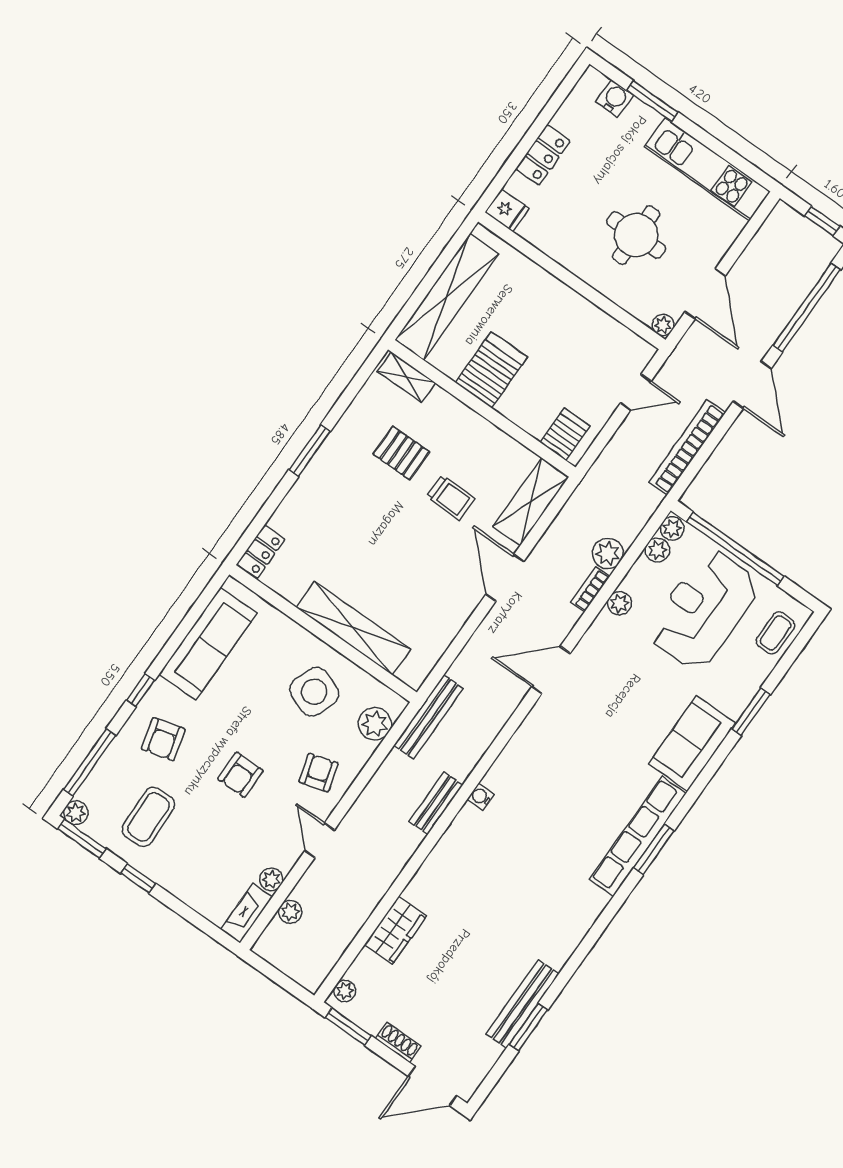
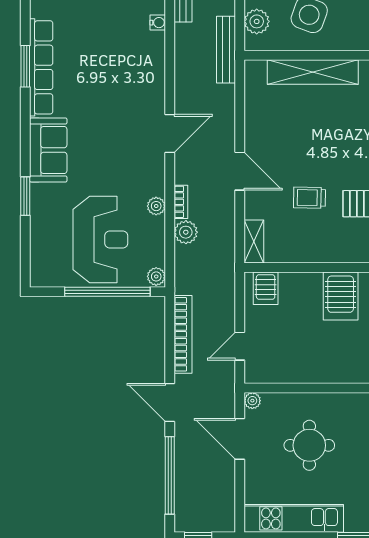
shelving: (531, 502) -> (254, 242), width x0.67, depth x0.75
plant: (657, 550) -> (156, 256), removed
coffee table: (775, 633) -> (45, 257), removed

